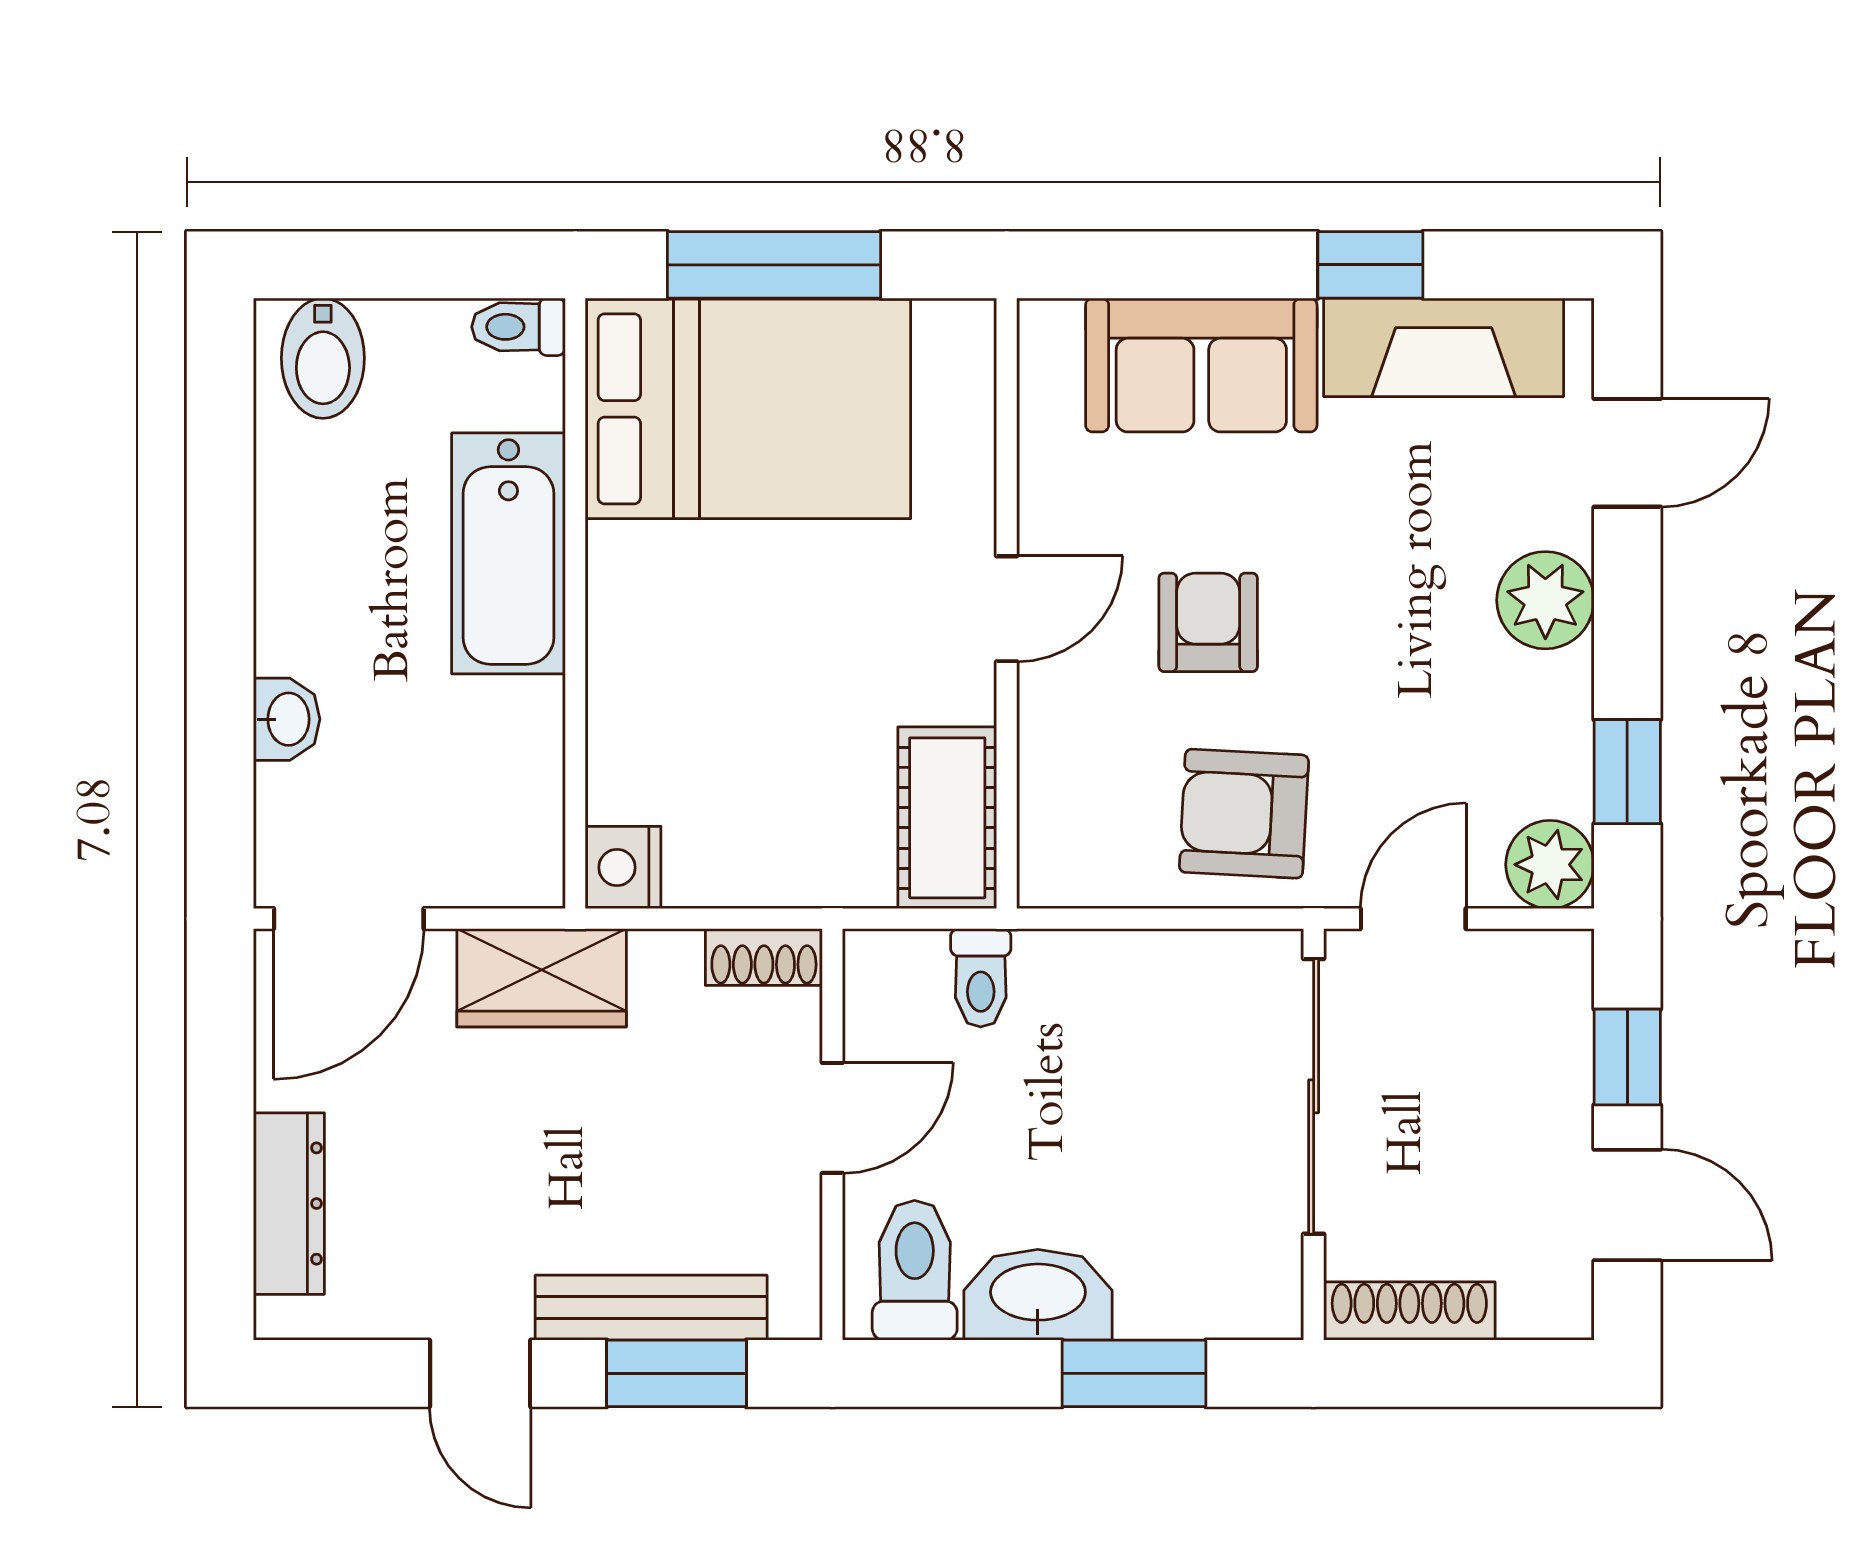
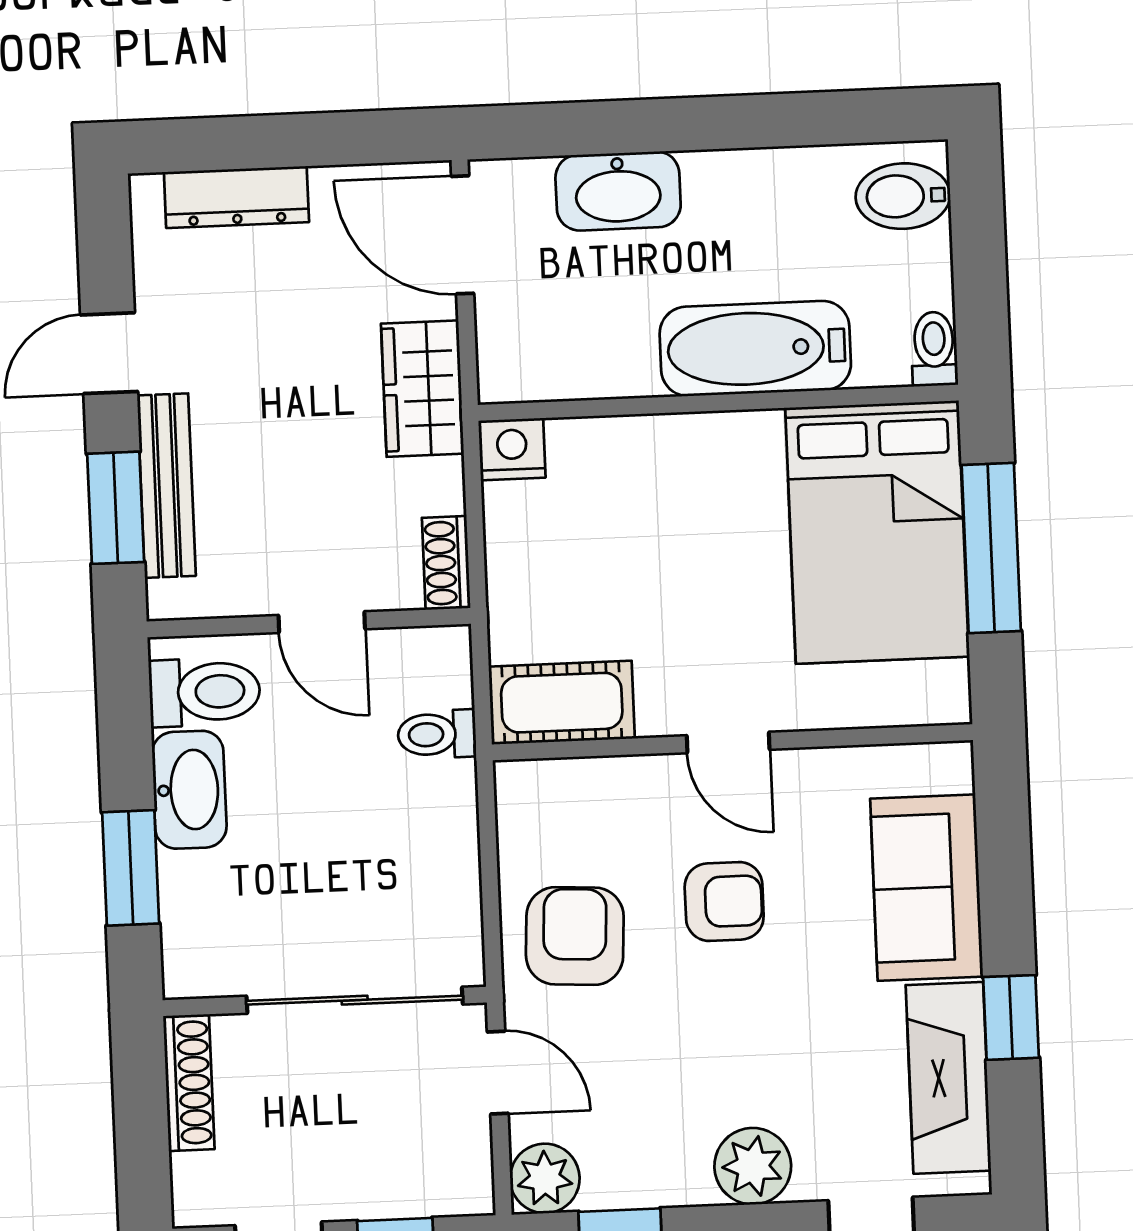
washbasin: (287, 719) -> (618, 191), width x1.91, depth x1.45

